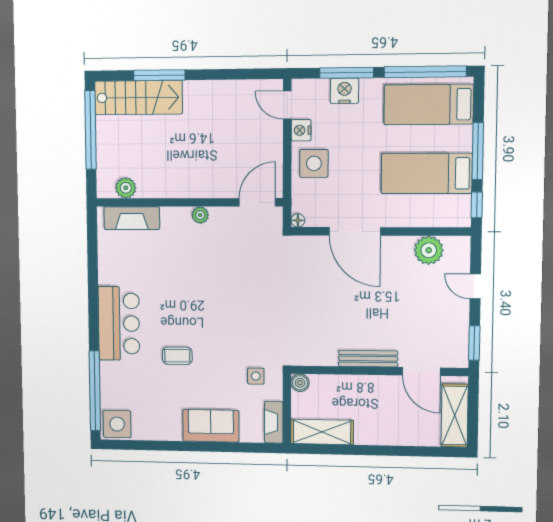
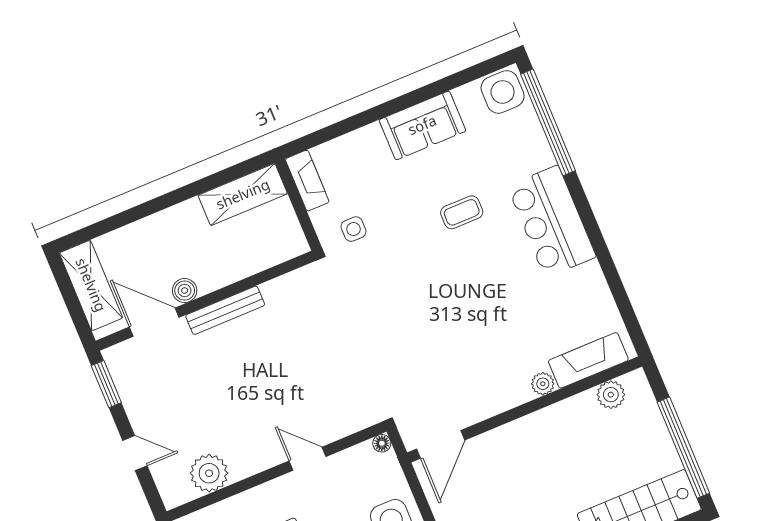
plant: (200, 215) -> (543, 384), moved
door: (355, 231) -> (307, 459), width x0.53
boiler: (300, 383) -> (185, 291), moved
sofa: (211, 426) -> (422, 125), moved

